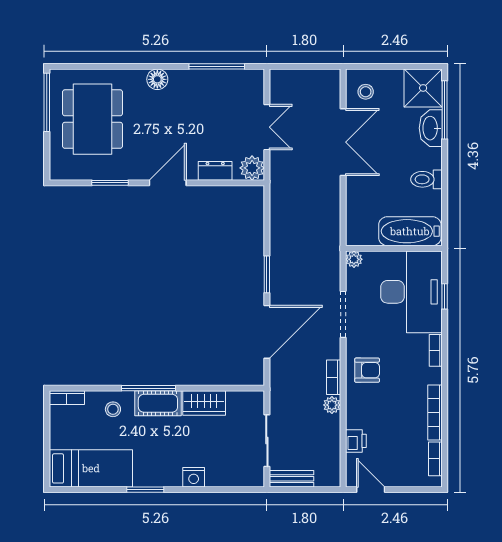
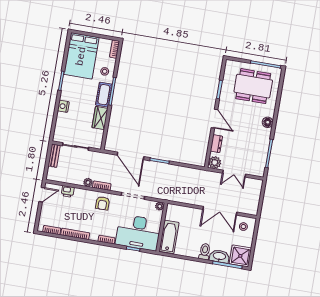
toilet: (426, 179) -> (205, 252), moved
bed: (91, 468) -> (81, 56), width x1.50

